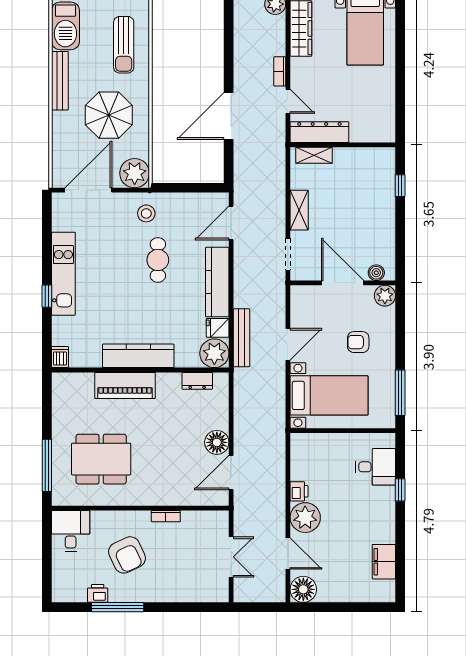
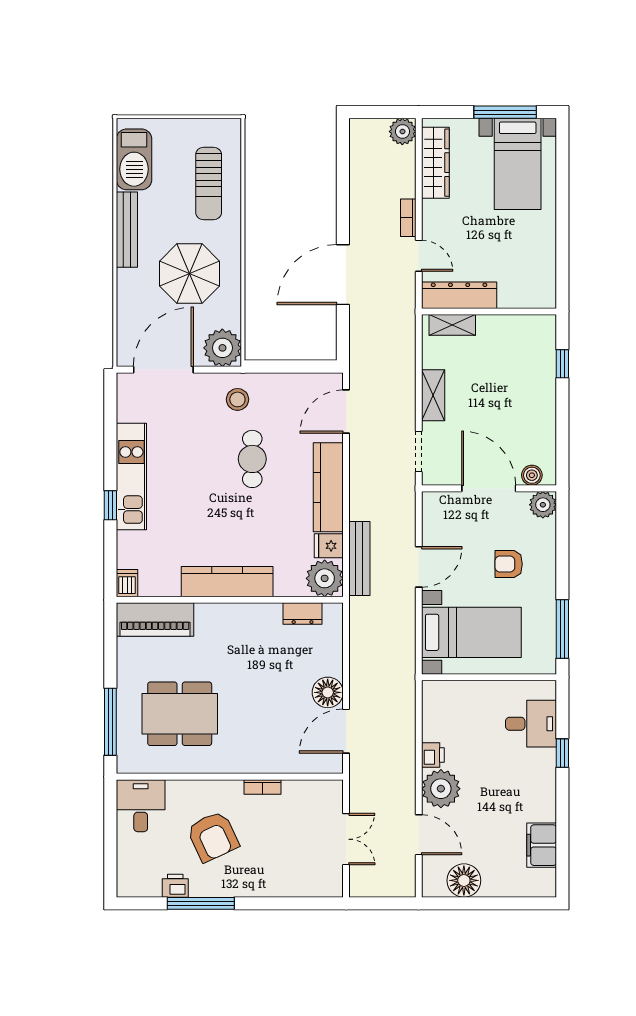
piano: (125, 385) -> (155, 619), moved
floor lamp: (303, 589) -> (464, 880), moved

